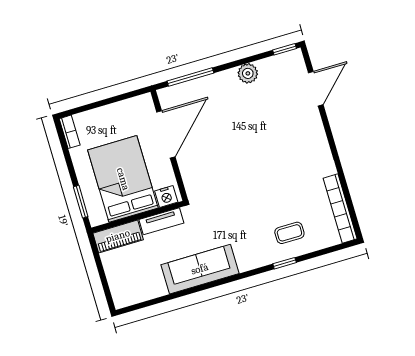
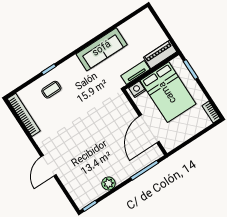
door: (316, 89) -> (49, 166), moved

